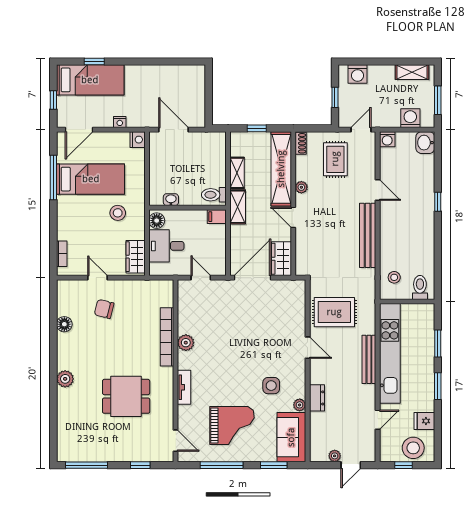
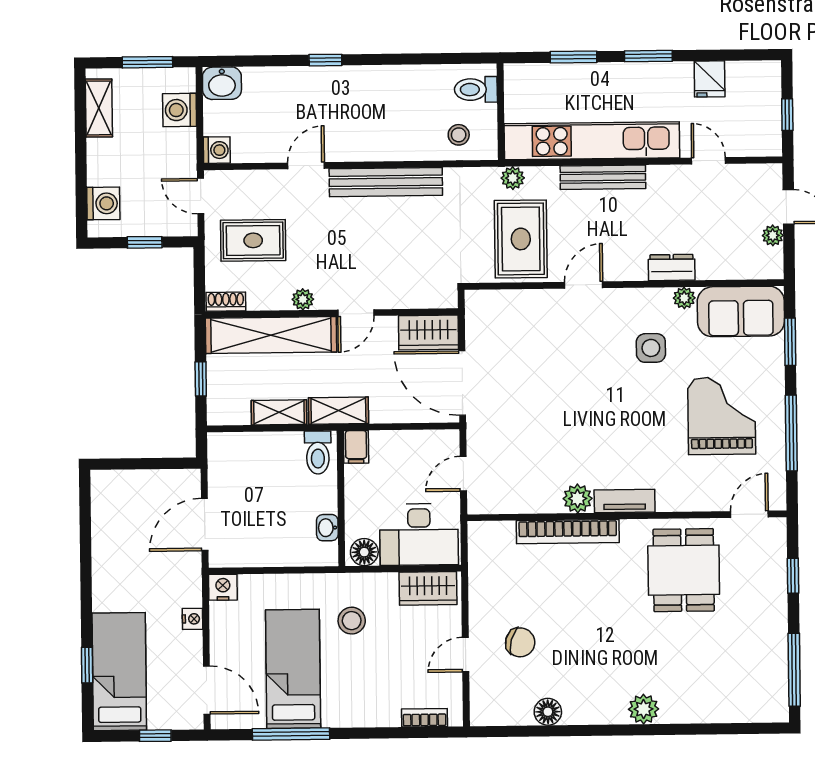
desk: (166, 246) -> (419, 535), width x1.37
plant: (369, 308) -> (513, 178), added
chair: (104, 309) -> (520, 642), turned -88
tv unit: (184, 387) -> (625, 501), moved
dining table: (126, 396) -> (684, 570), moved
stool: (413, 448) -> (757, 98), removed

